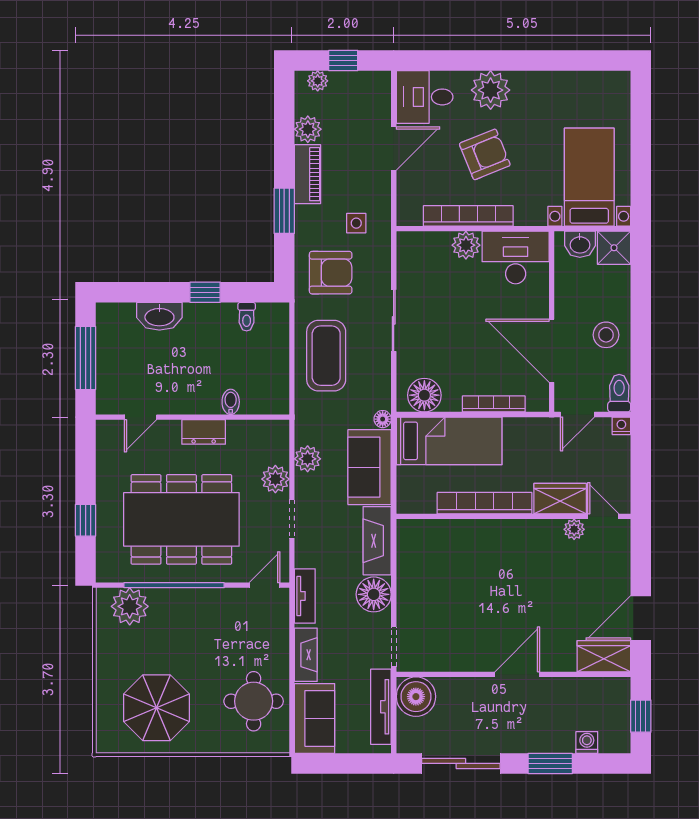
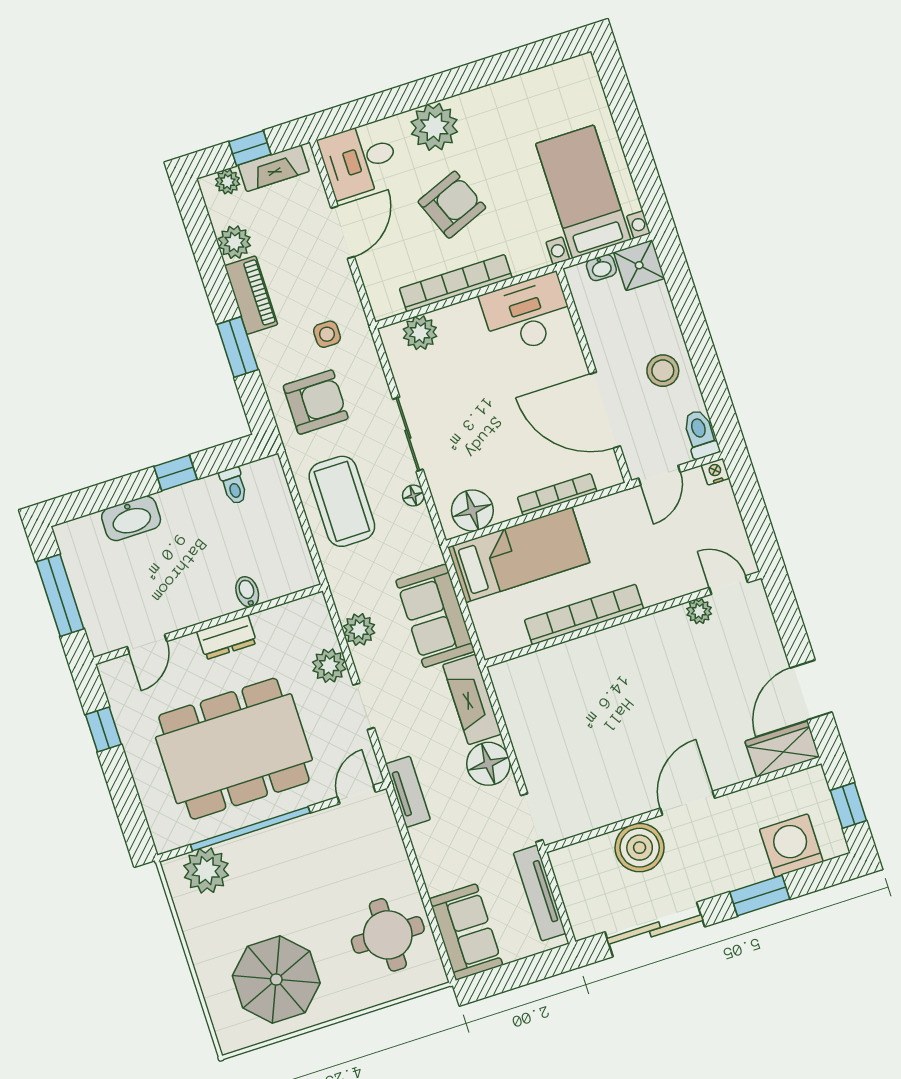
washbasin: (580, 244) -> (601, 268), width x0.72, depth x0.69
plant: (466, 245) -> (420, 333), moved
floor lamp: (383, 419) -> (413, 496), moved
wardrobe: (560, 499) -> (671, 581), removed
window: (86, 520) -> (103, 729), moved
fireplace: (306, 655) -> (274, 168), moved, turned 90
boiler: (416, 697) -> (640, 848), moved
washing machine: (587, 742) -> (791, 845), width x1.89, depth x1.89

